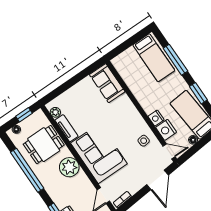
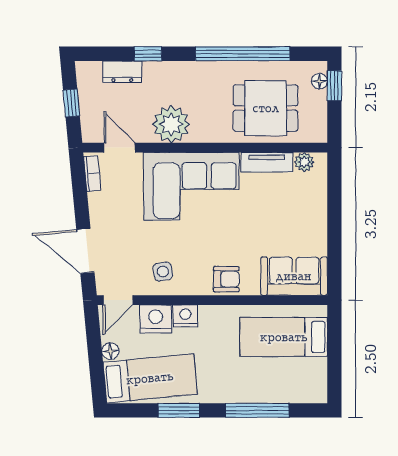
bed: (154, 58) -> (284, 337), moved
armchair: (128, 111) -> (226, 279), added
window: (24, 115) -> (334, 86), moved
dining table: (44, 145) -> (266, 108), turned 90
plant: (69, 167) -> (171, 124), moved

